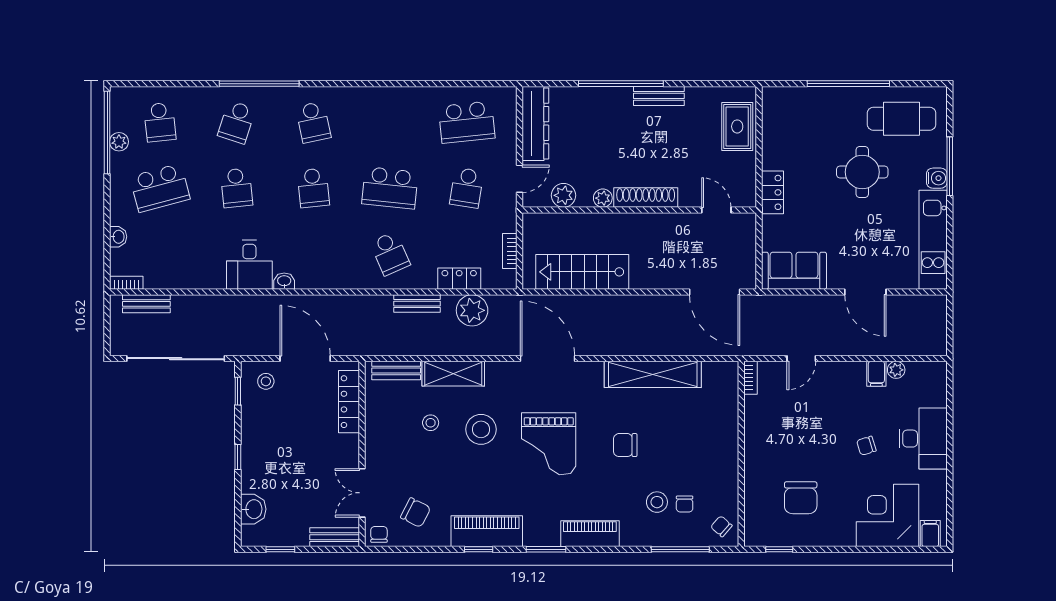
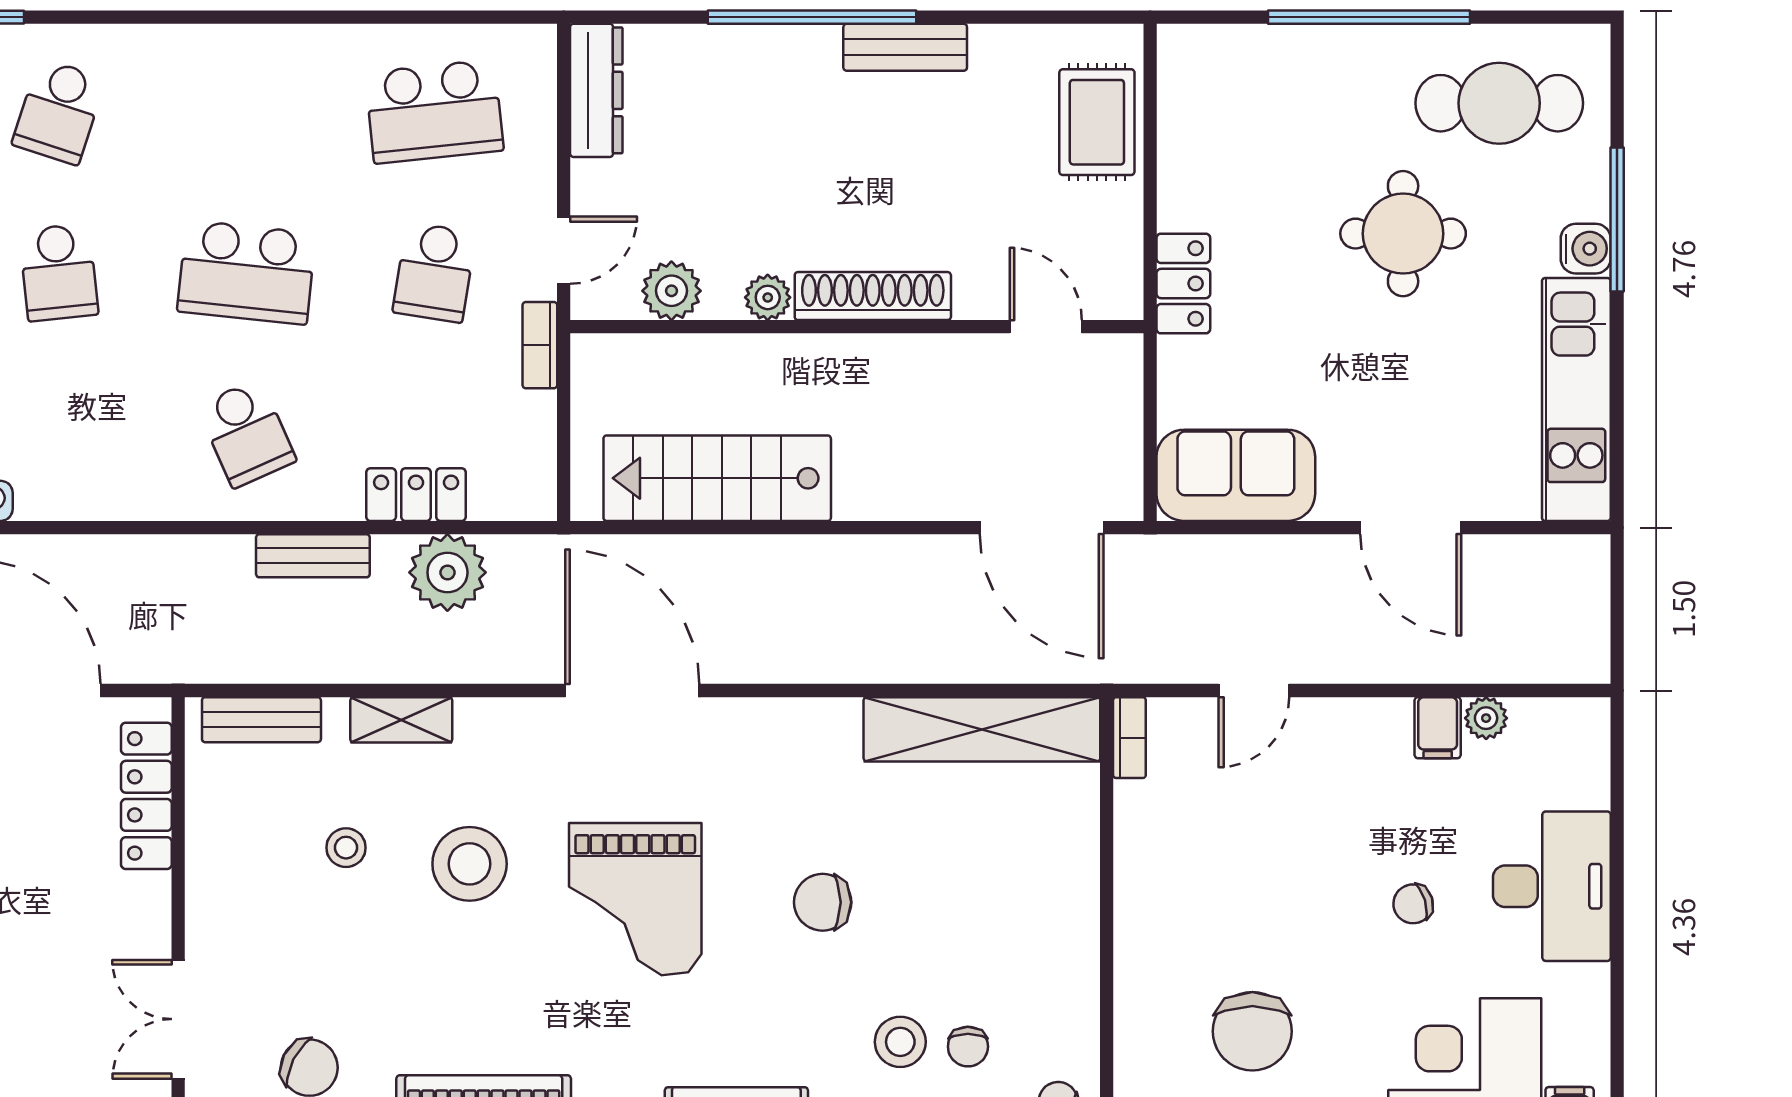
school desk: (313, 122) -> (59, 112), turned 30
dresser: (535, 123) -> (596, 90), width x0.73, depth x0.80
bookcase: (510, 251) -> (540, 345), moved
shelving: (453, 374) -> (401, 720), width x0.67, depth x0.75
shelving: (653, 374) -> (982, 729), moved

